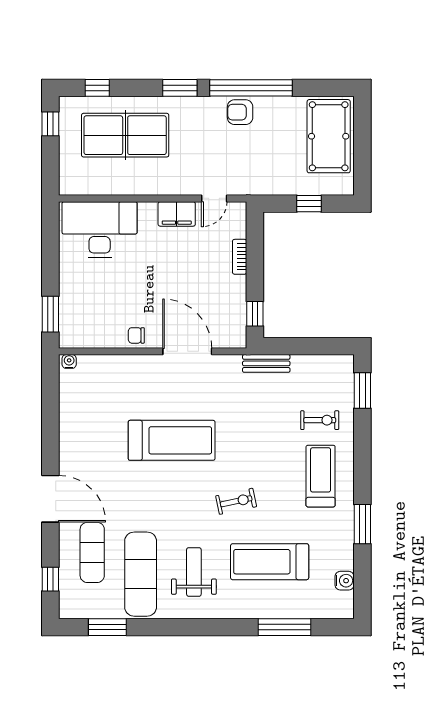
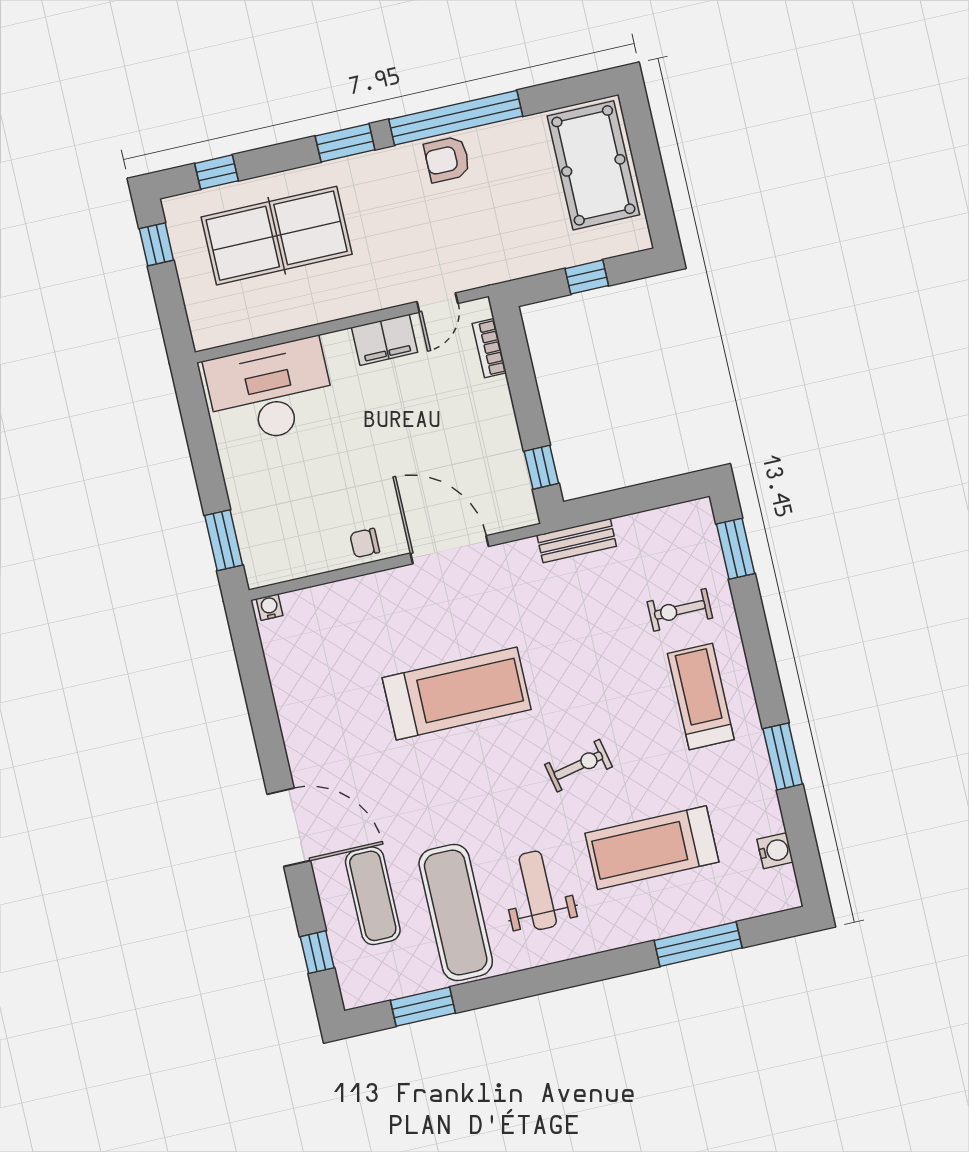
bookcase: (240, 257) -> (489, 348), moved
exercise bike: (320, 420) -> (680, 610), turned 180

